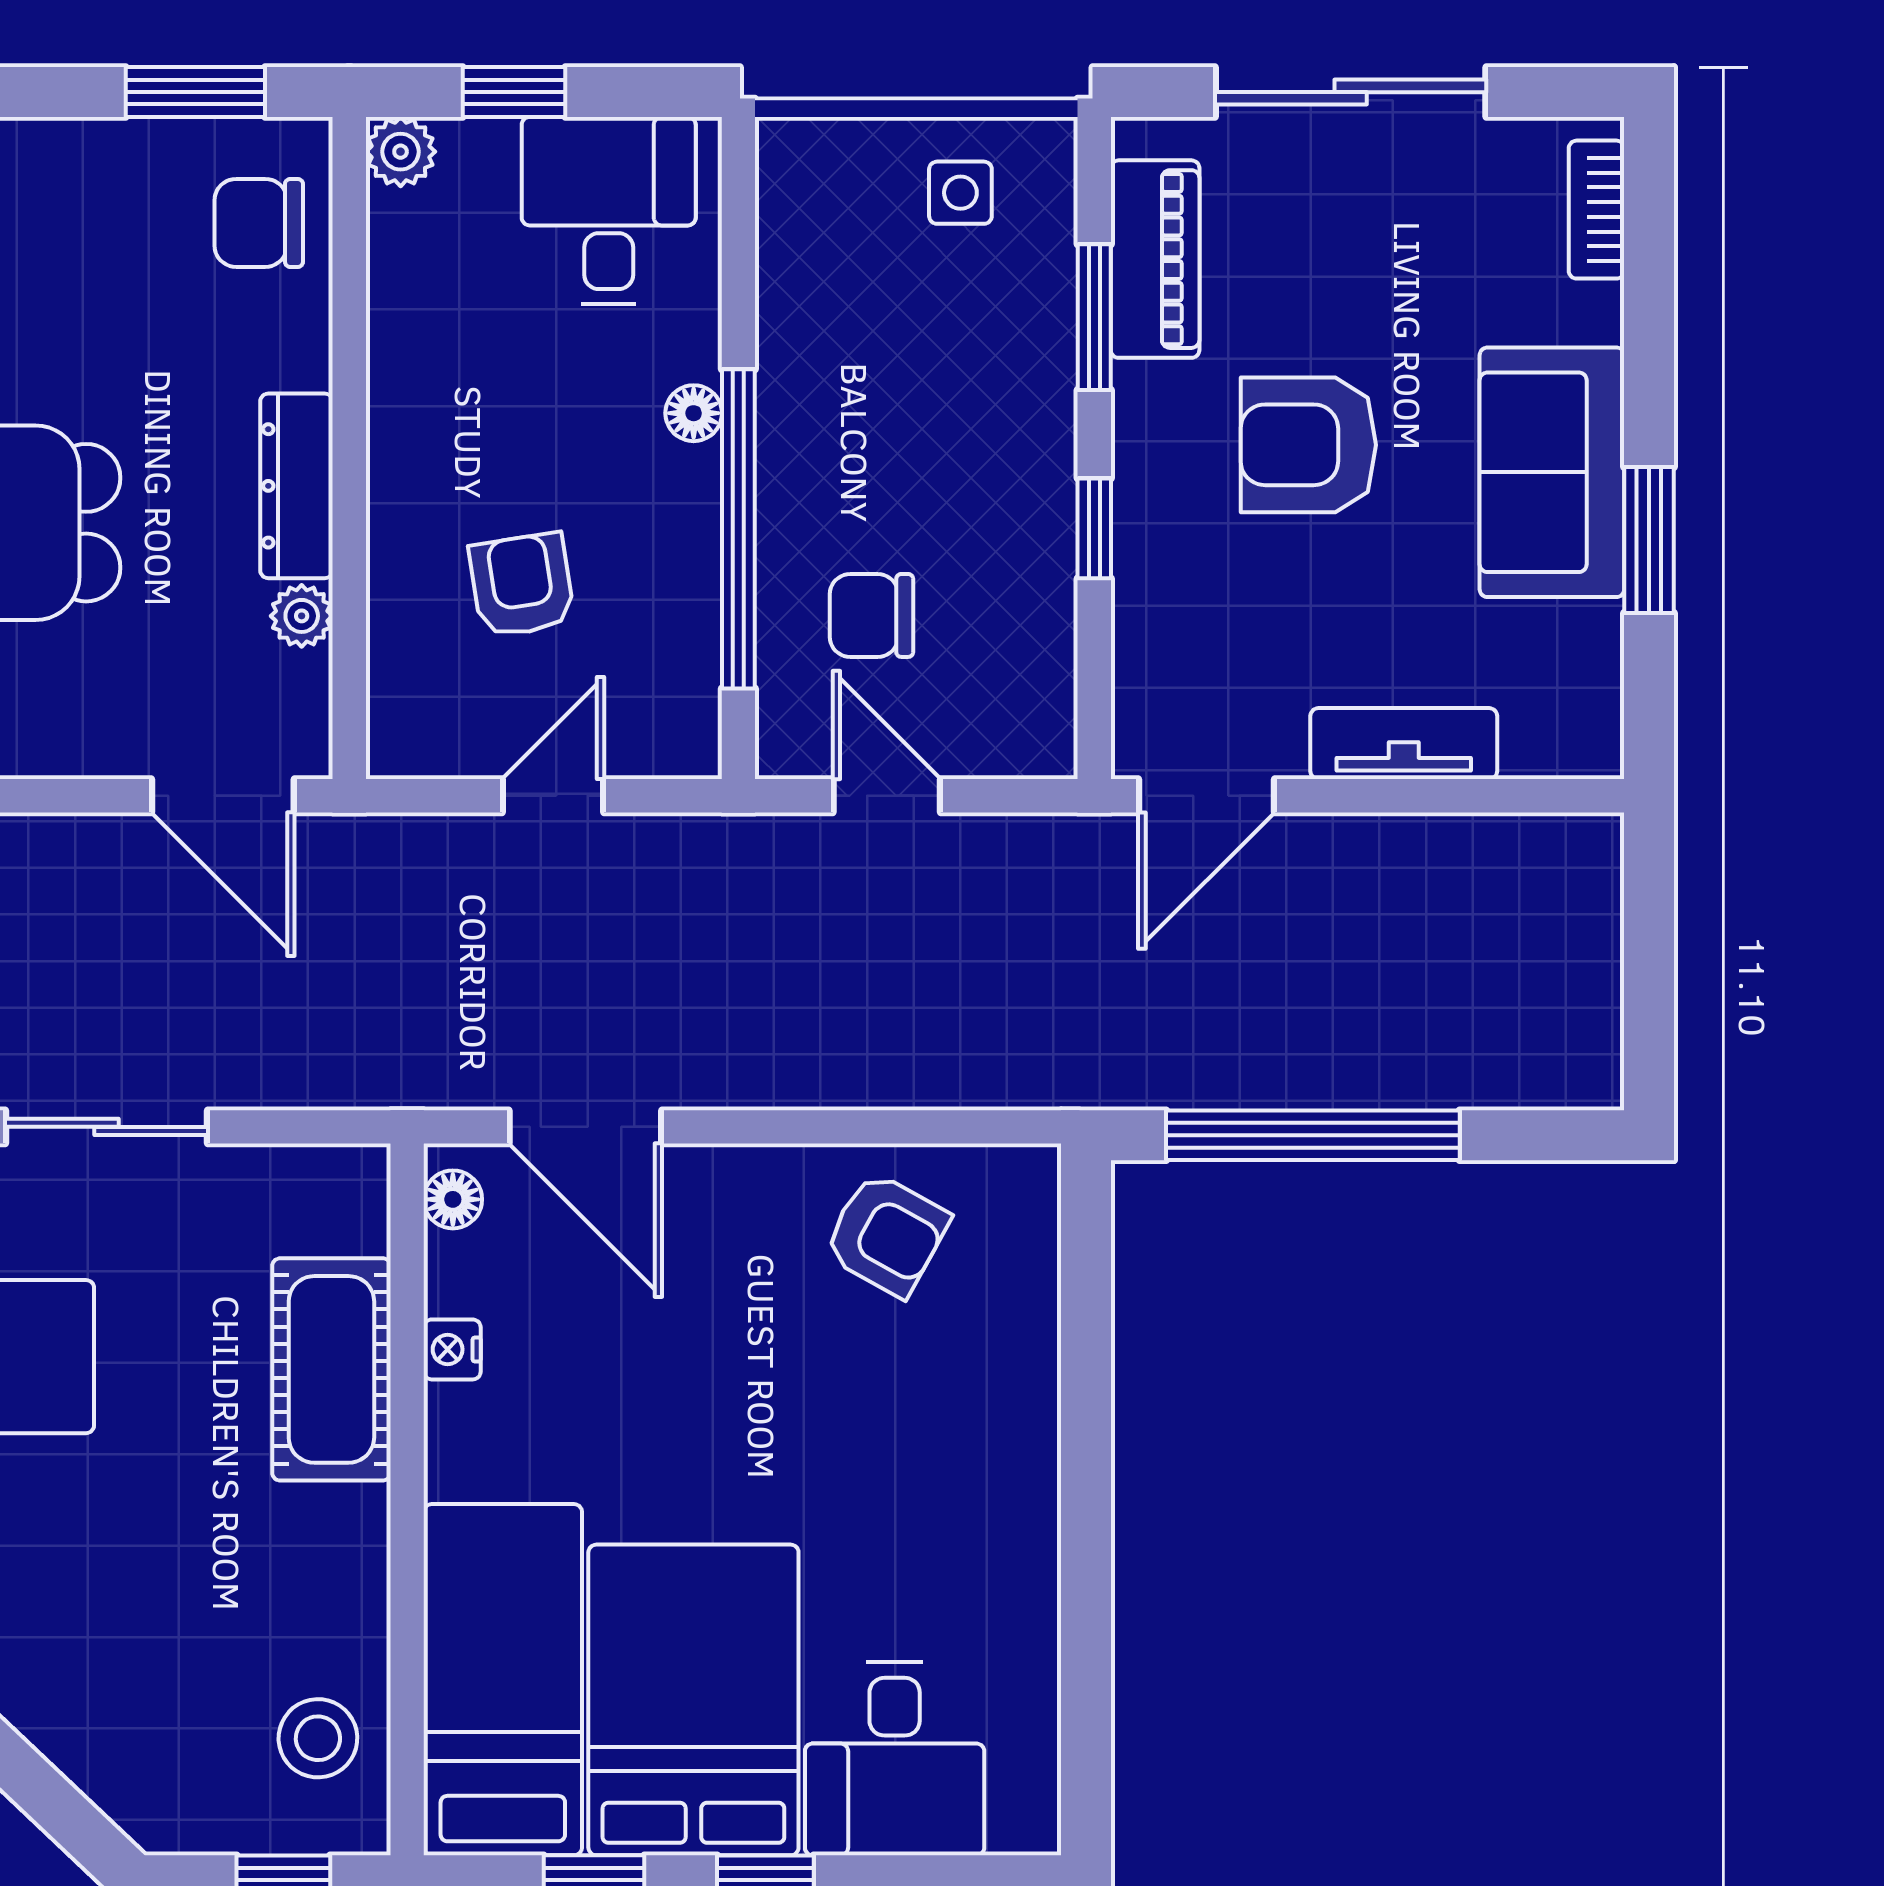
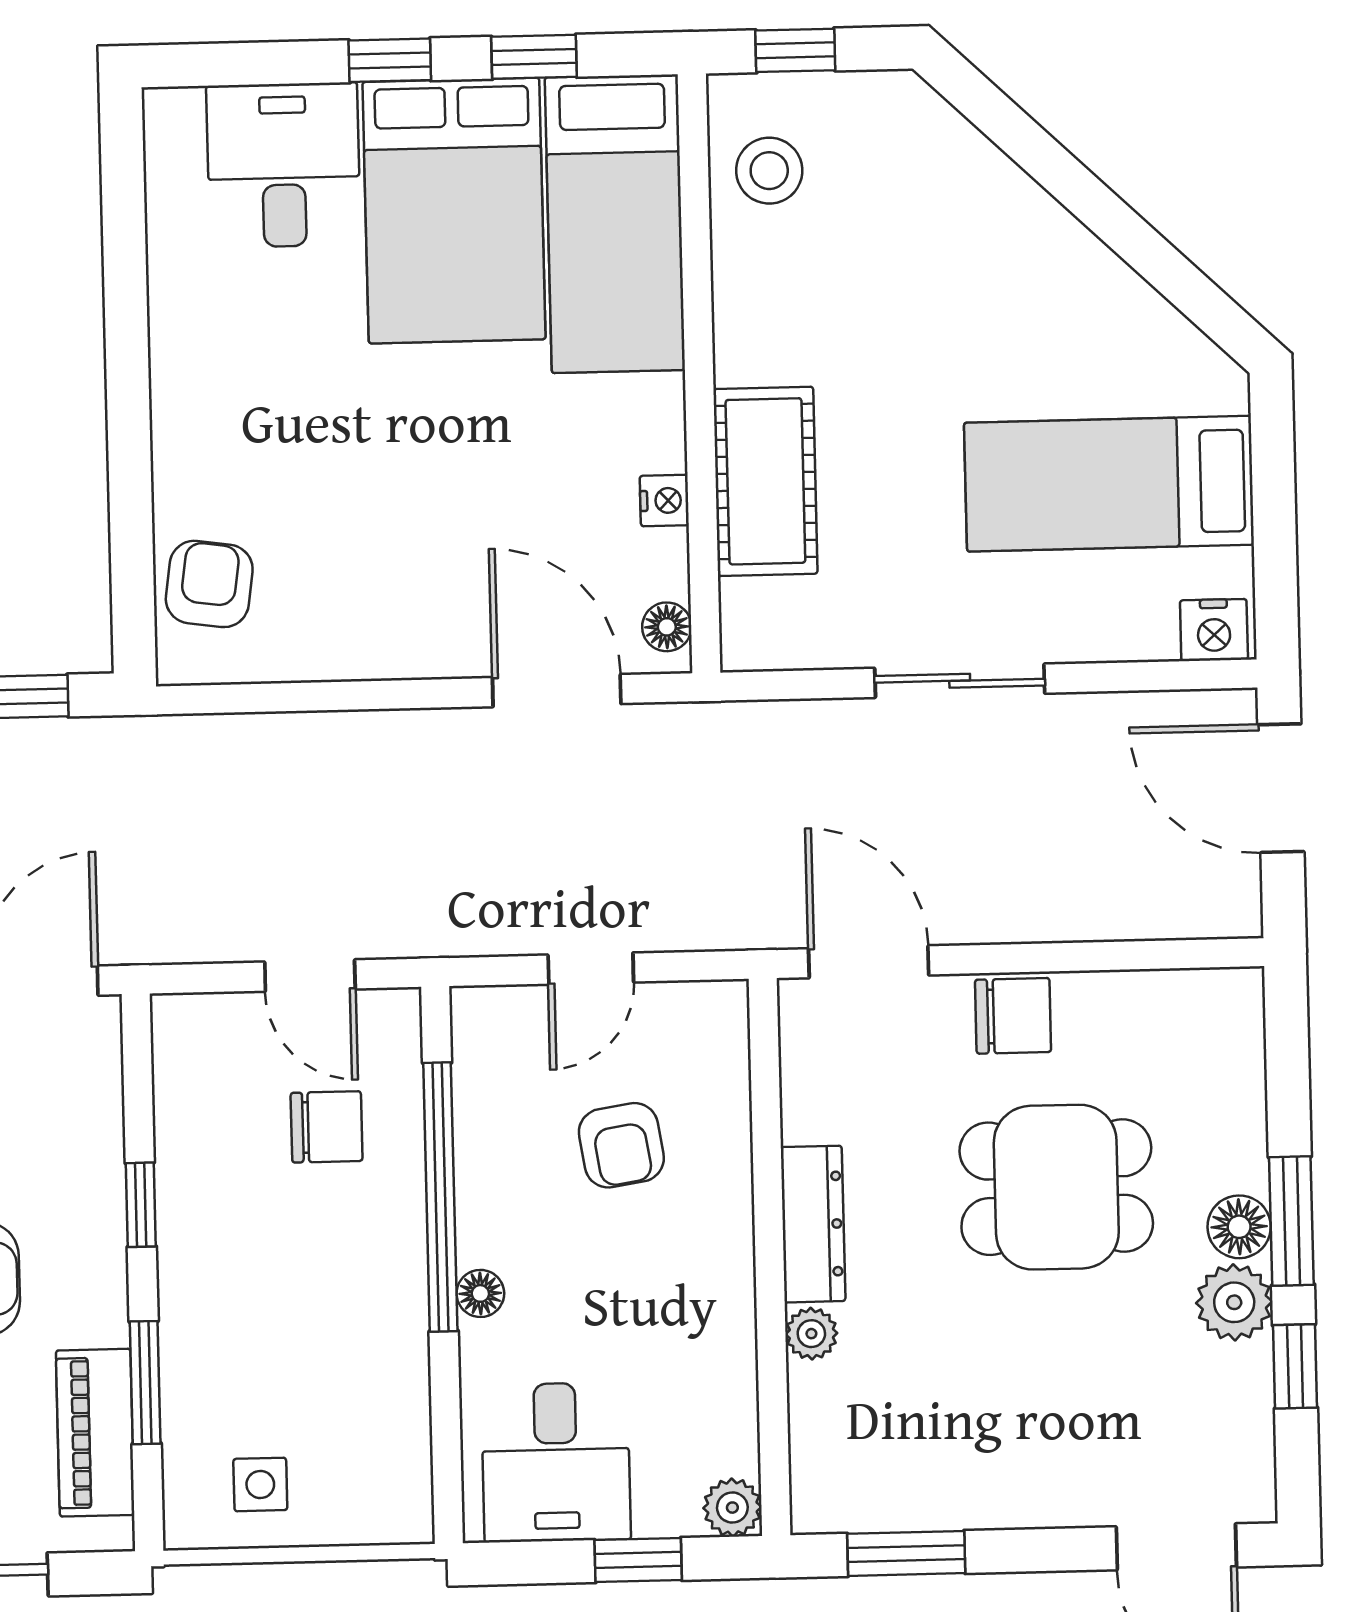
chair: (259, 223) -> (1013, 1016), moved
plant: (302, 616) -> (811, 1334), moved
armchair: (886, 1234) -> (209, 584), moved, turned 69

